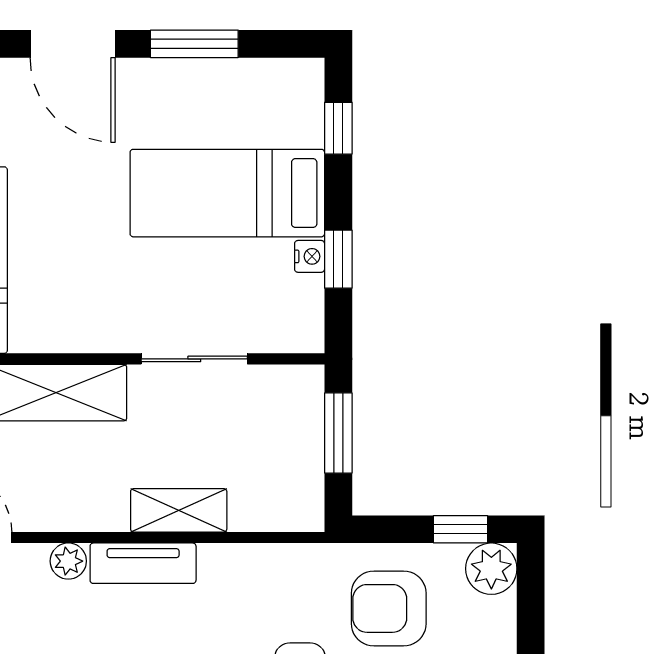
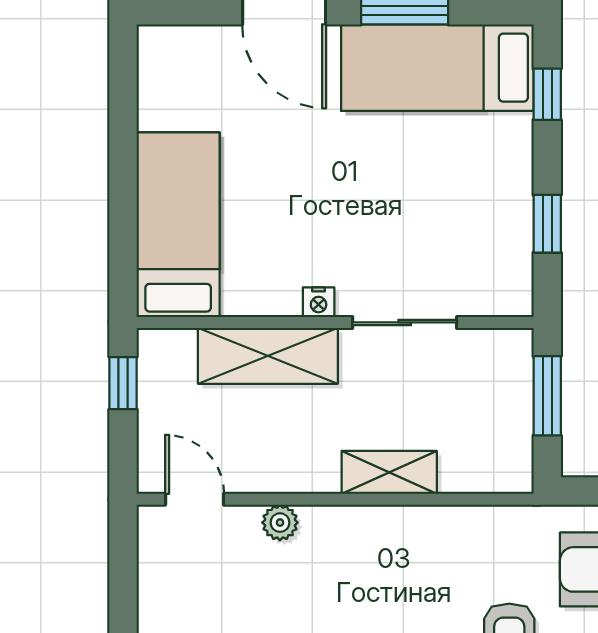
bed: (227, 193) -> (437, 68), moved
nightstand: (310, 256) -> (319, 302), moved, turned 90
tv unit: (143, 563) -> (354, 525), removed

